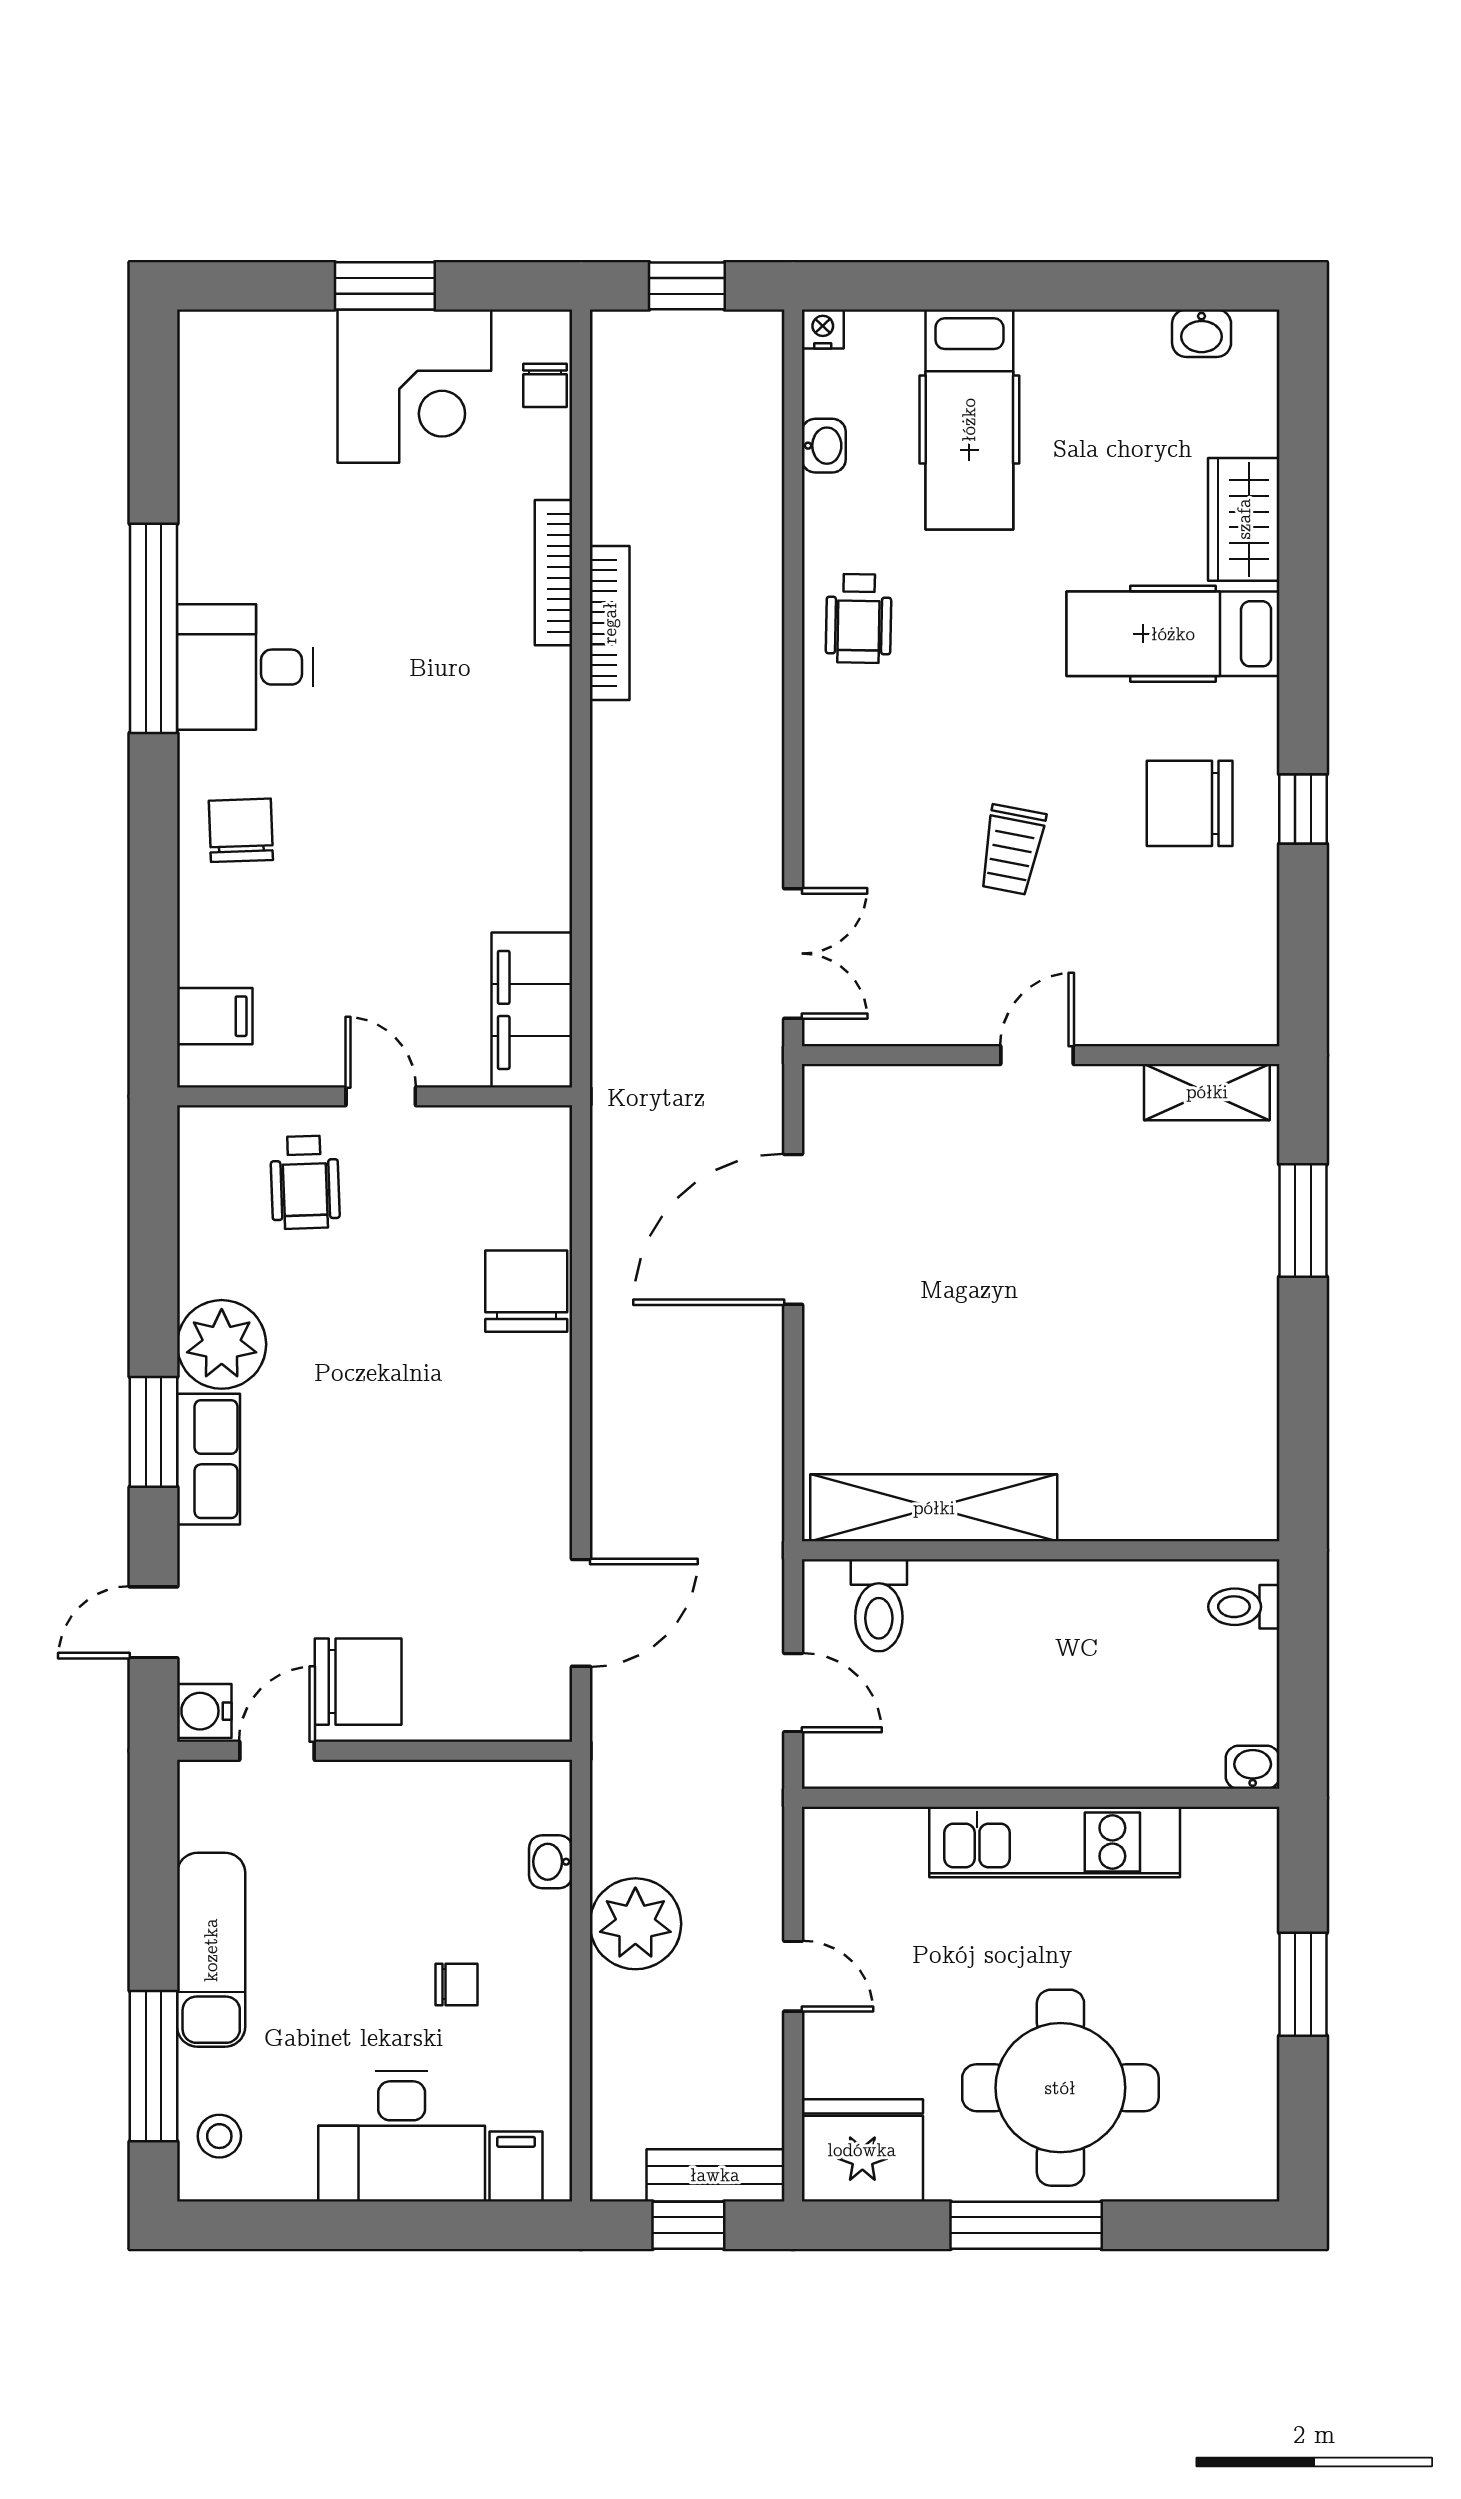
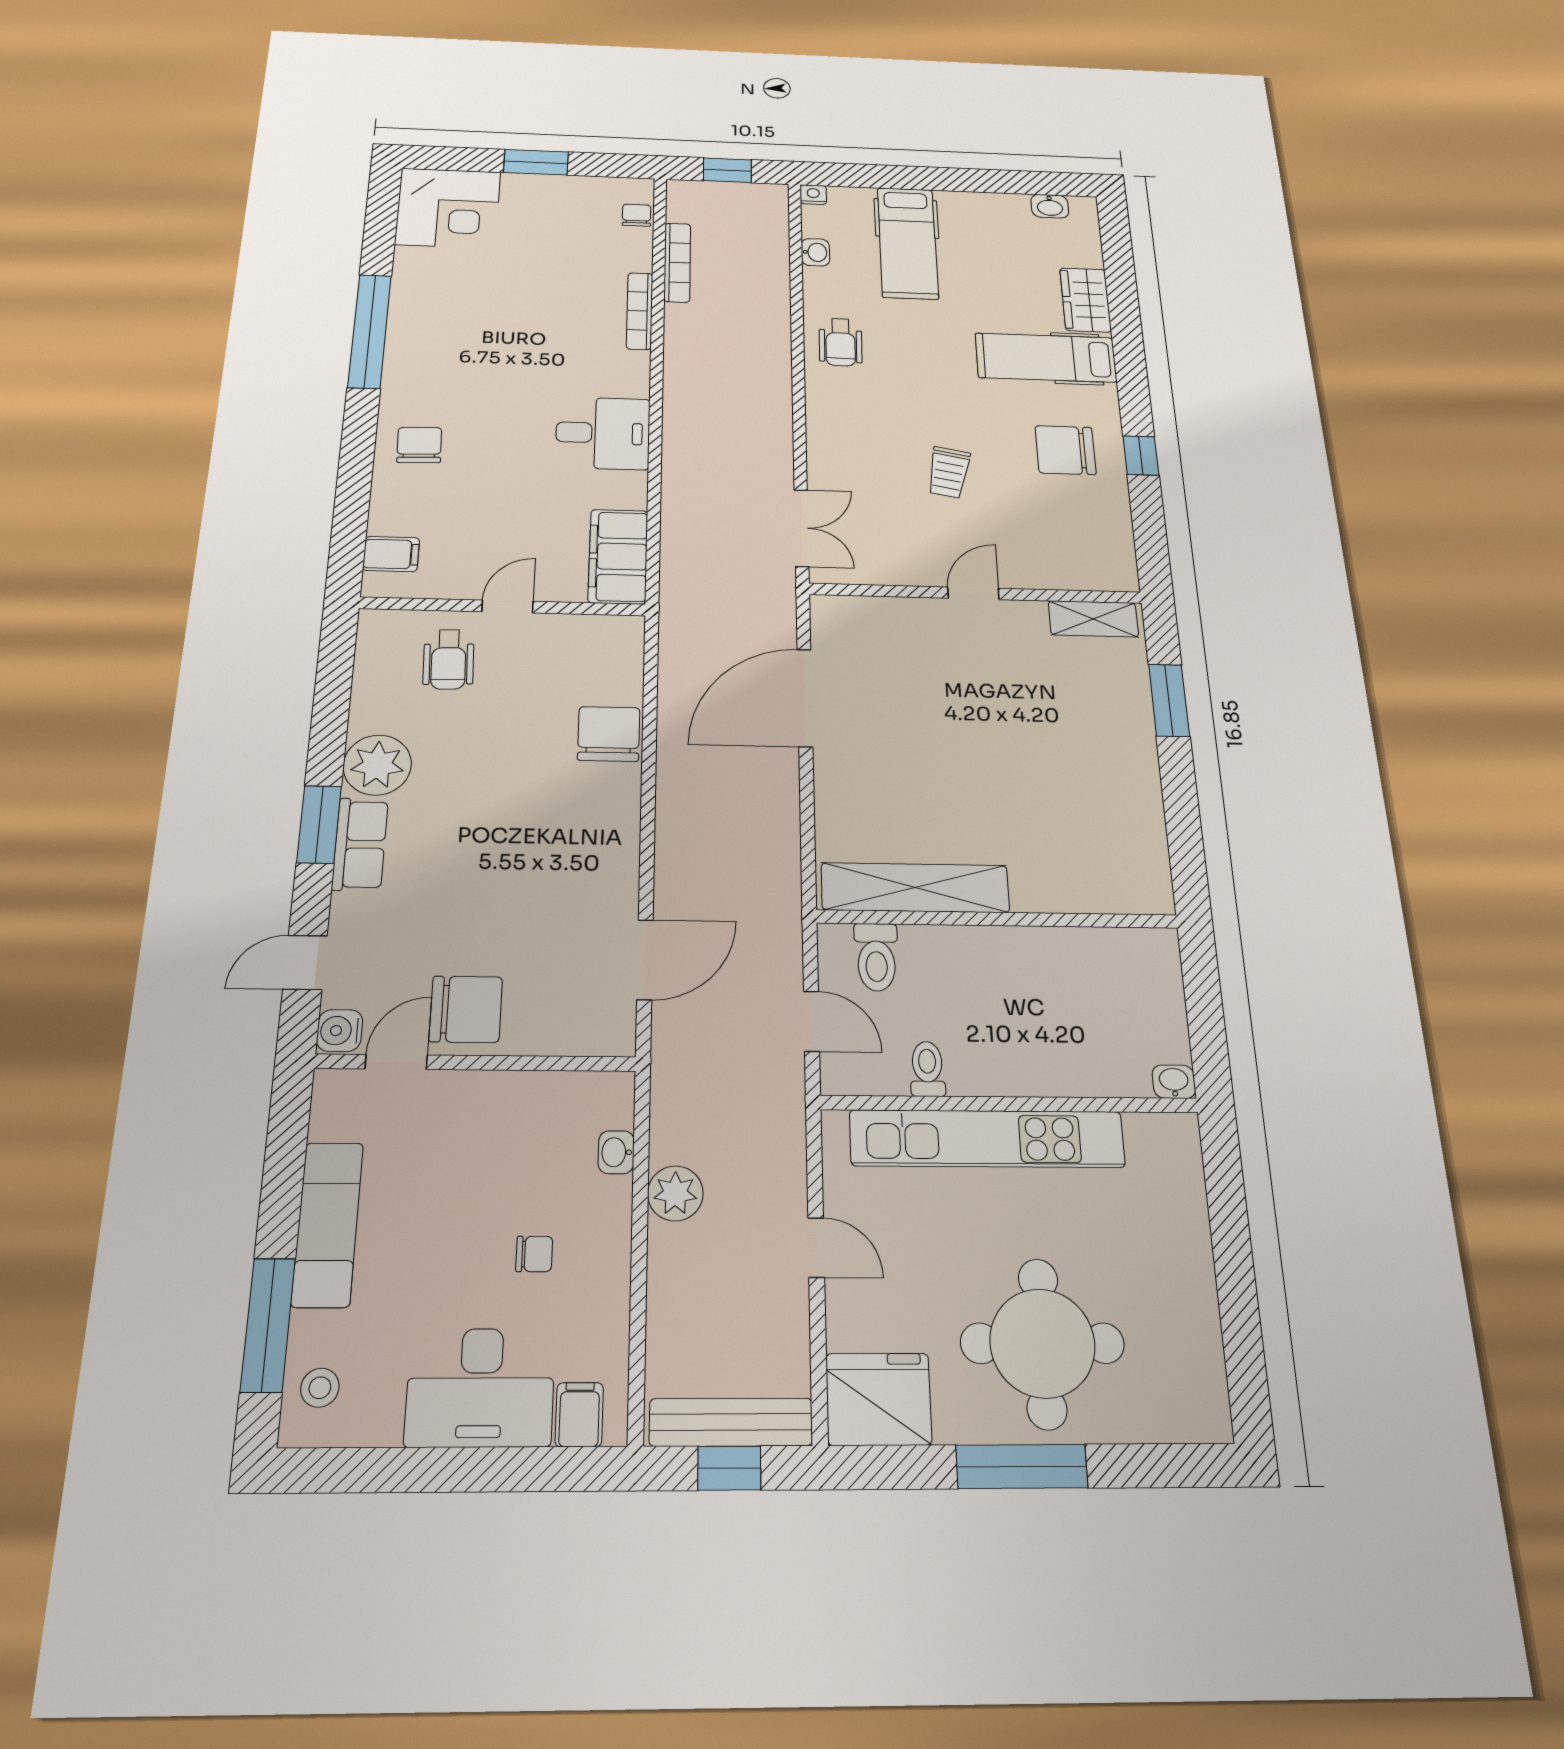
chair: (545, 385) -> (637, 215), turned 180
corner desk: (414, 386) -> (448, 208), moved
bookcase: (610, 623) -> (677, 262), moved
desk: (245, 667) -> (603, 433), moved, turned 180
door: (381, 1096) -> (507, 607), hinge flipped
toilet: (1244, 1607) -> (927, 1069), moved, turned 90
kitchen unit: (1055, 1842) -> (987, 1139), width x1.36
plant: (635, 1924) -> (675, 1193), width x0.73, depth x0.73
window: (1303, 1984) -> (1233, 1255), removed
bench: (715, 2175) -> (731, 1422), width x1.36

